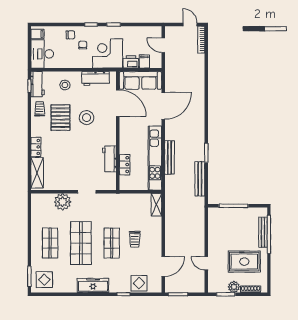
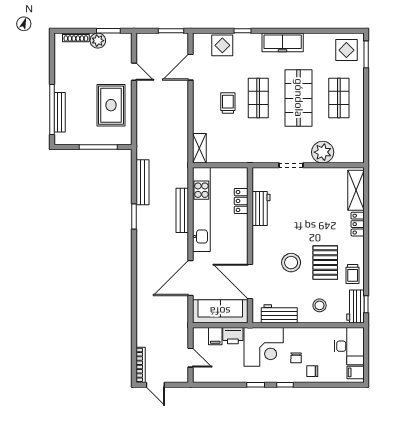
rug: (244, 262) -> (111, 105), moved, turned 90

